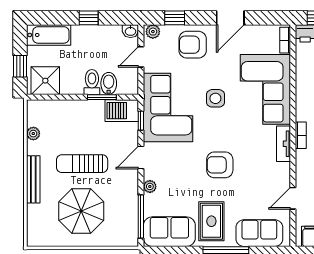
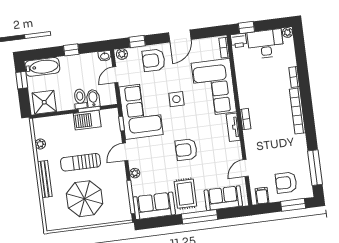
window: (20, 66) -> (22, 80), moved
barbecue: (122, 111) -> (87, 120), moved

